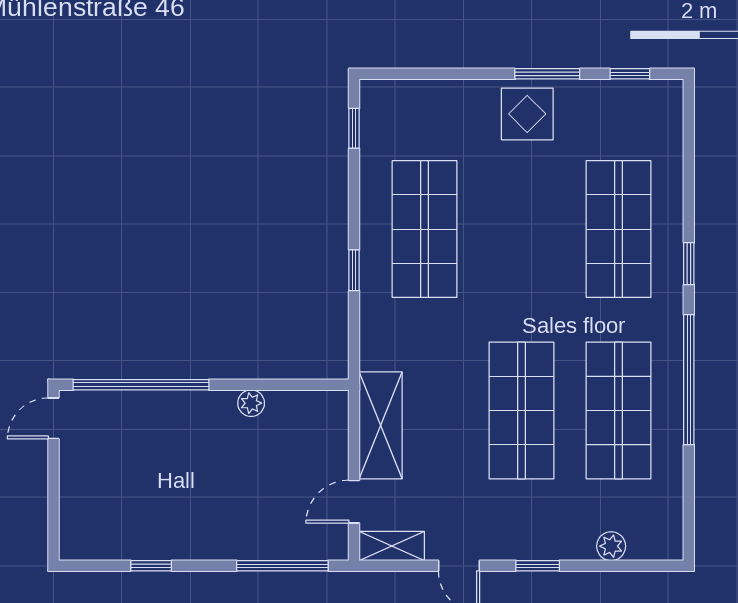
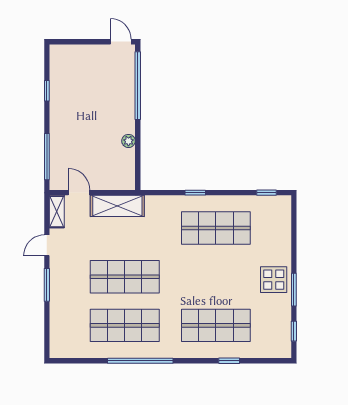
window: (689, 264) -> (229, 361), moved
plant: (611, 546) -> (57, 322), removed
window: (538, 566) -> (47, 285), width x1.50

